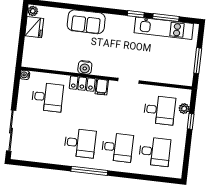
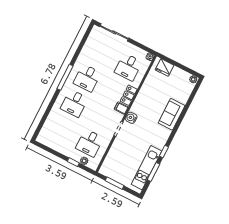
fridge: (34, 27) -> (165, 67), moved
water cooler: (85, 67) -> (131, 118), moved
desk: (155, 152) -> (61, 129), removed

